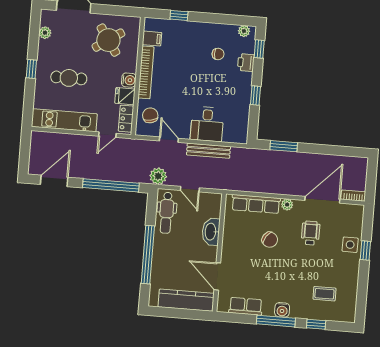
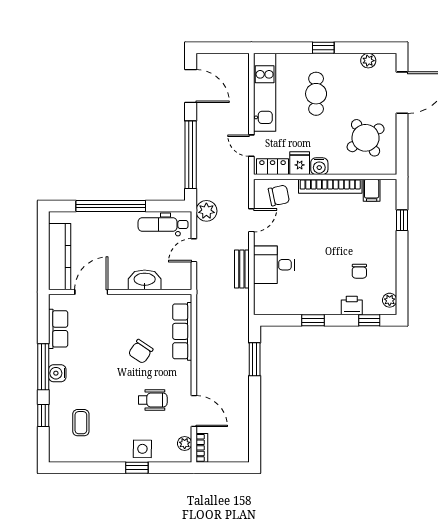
bench: (208, 151) -> (242, 269), width x0.73
door: (322, 200) -> (194, 411), width x0.73
plant: (287, 205) -> (185, 443), moved

